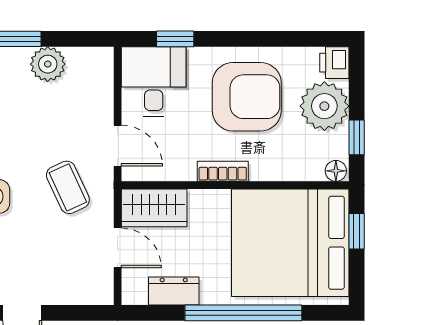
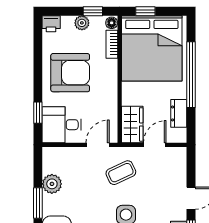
armchair: (247, 97) -> (70, 73), turned 90
plant: (324, 106) -> (82, 23), width x0.53, depth x0.53
bookcase: (223, 171) -> (112, 44), moved

